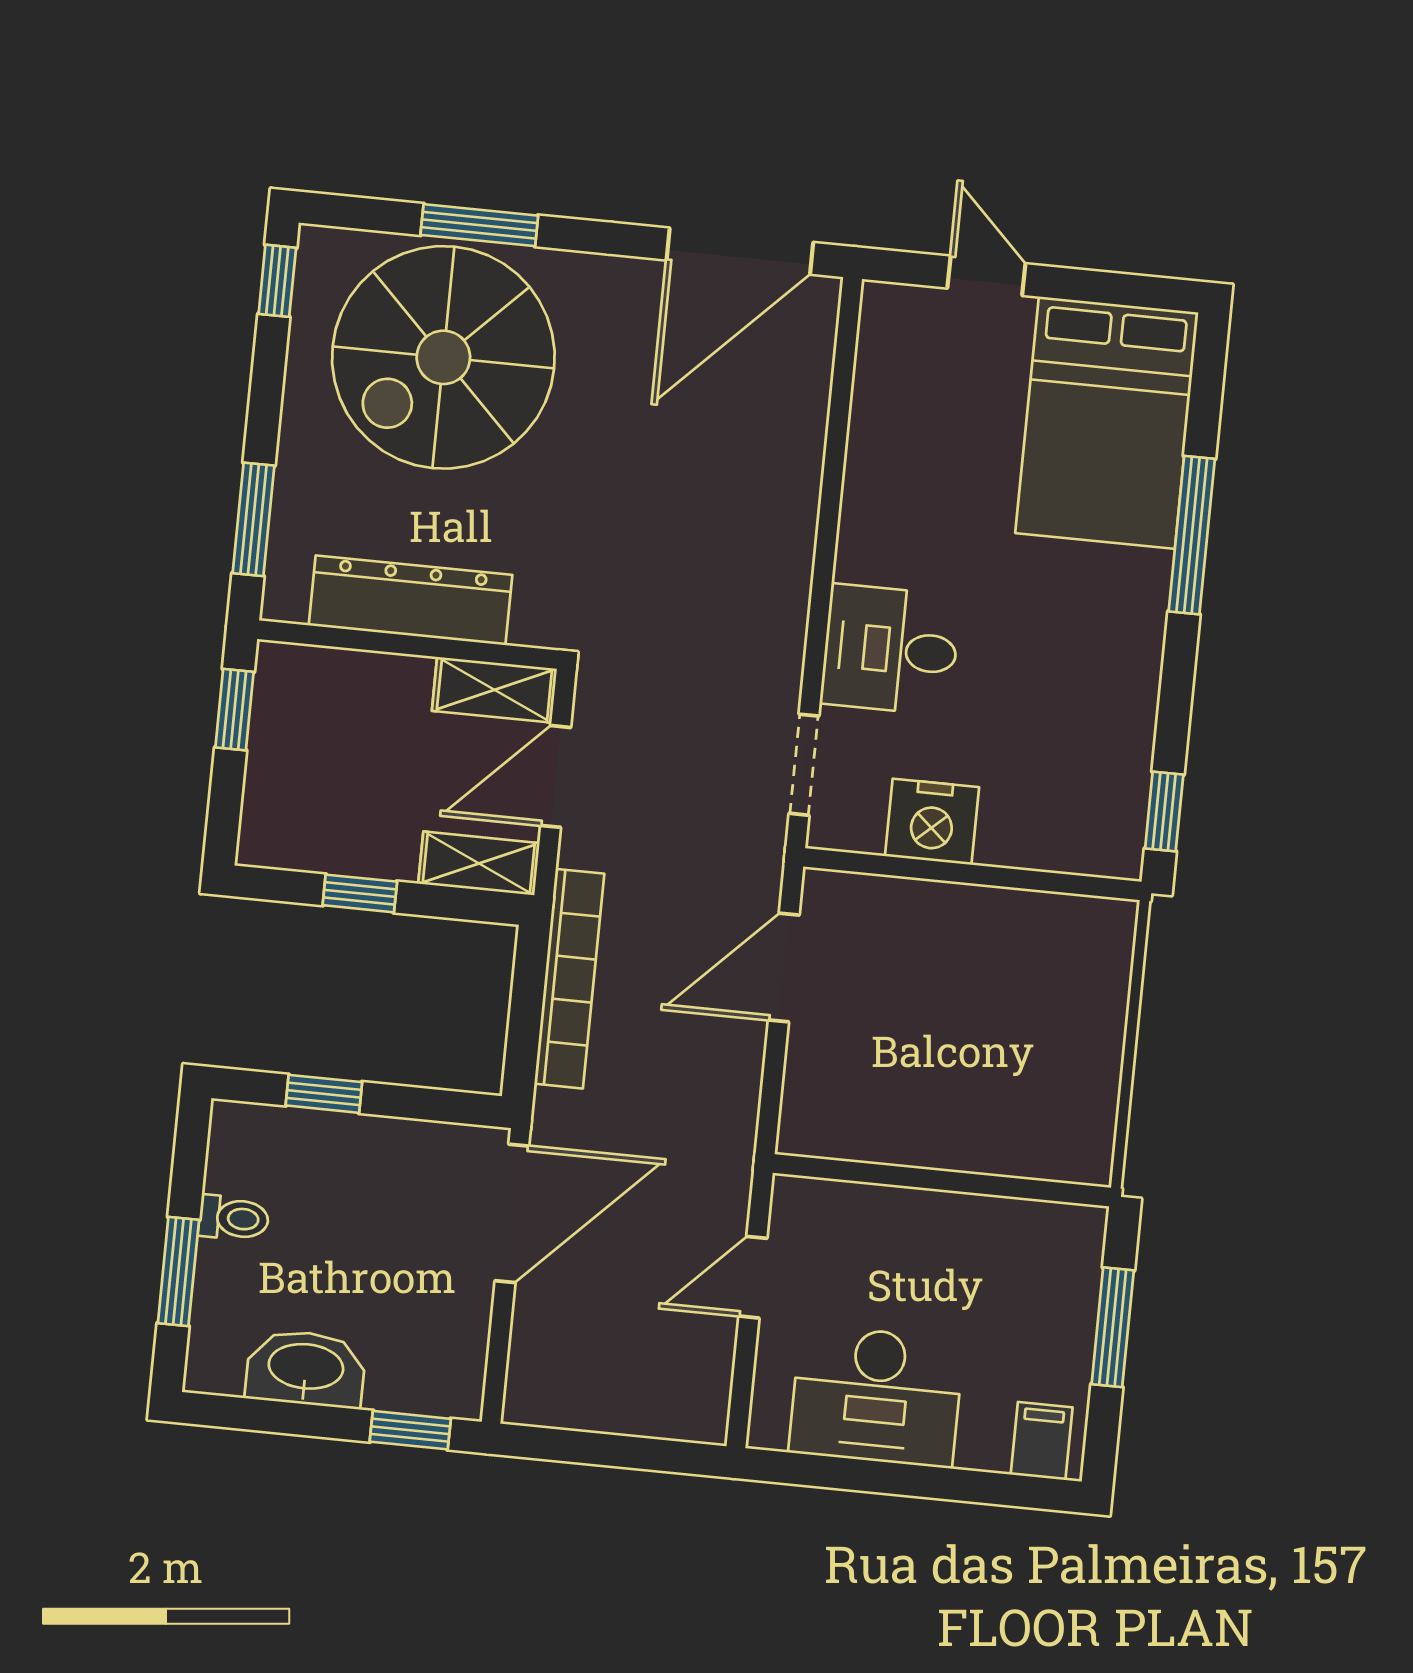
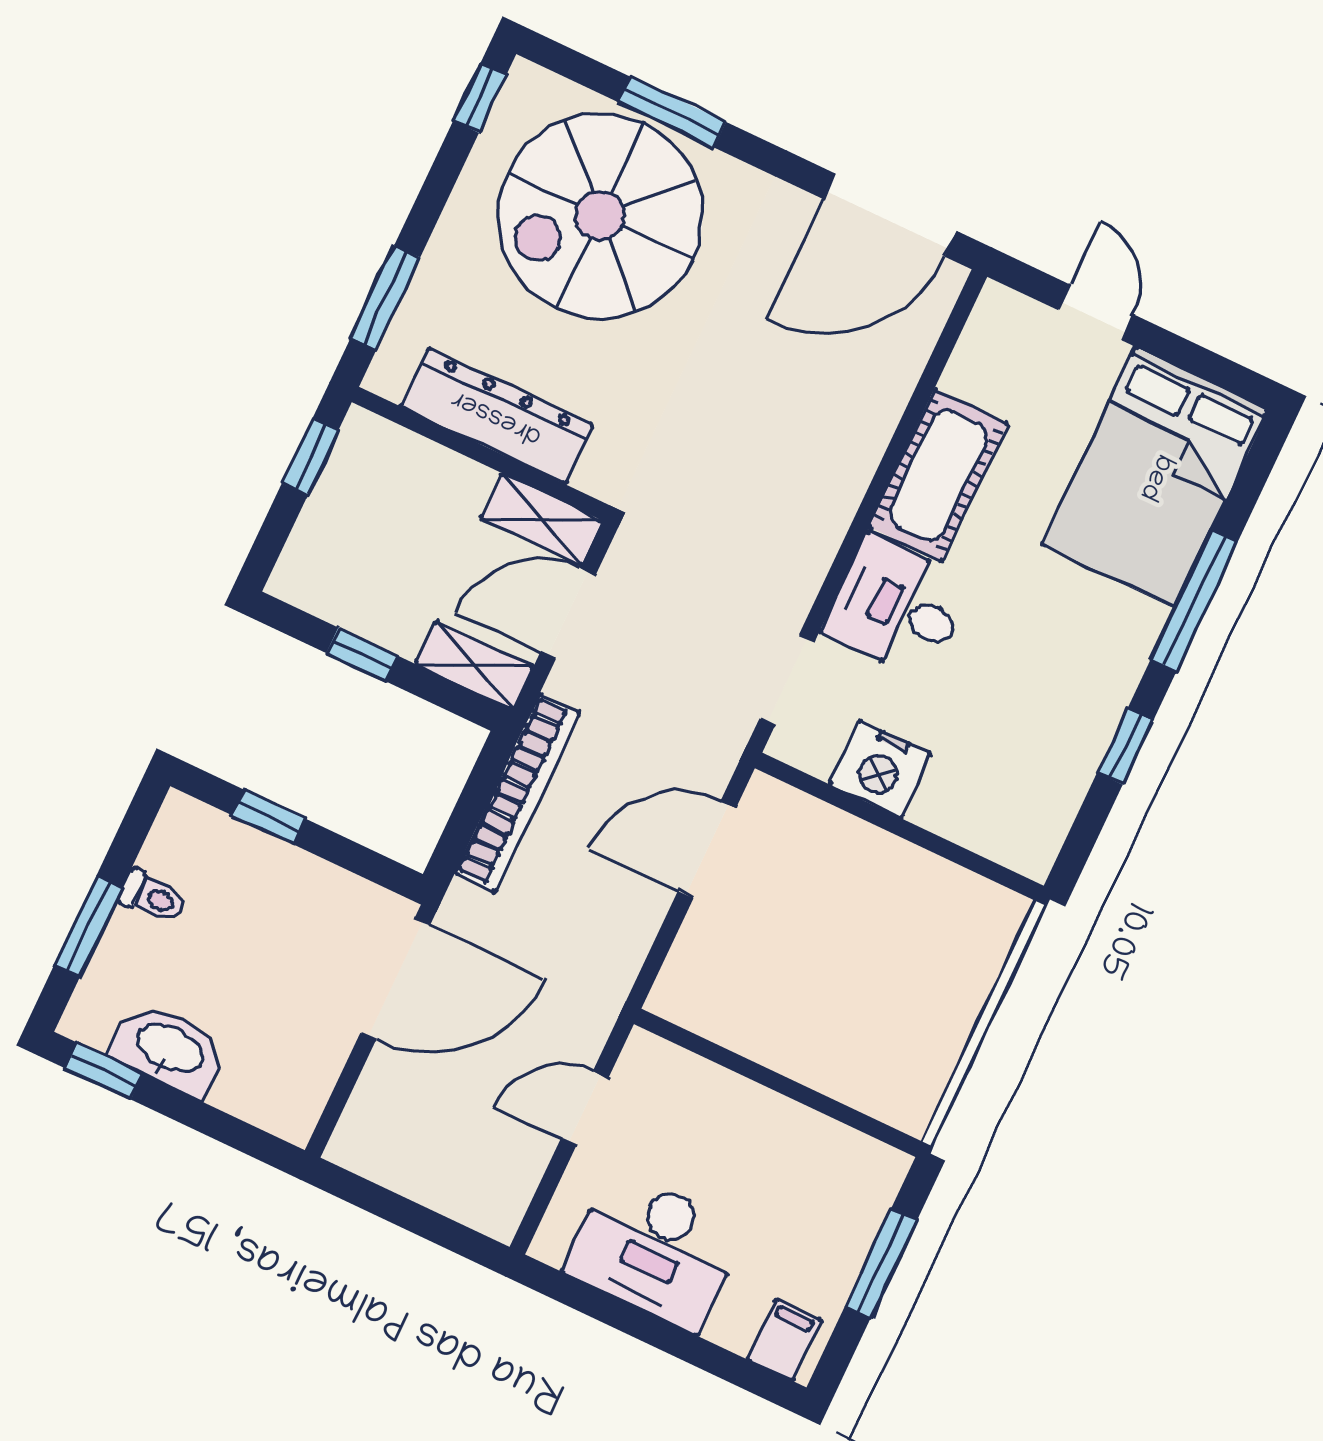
cot: (884, 500) -> (938, 475), added
window: (1164, 811) -> (1125, 747), moved
window: (410, 1430) -> (104, 1071), moved

